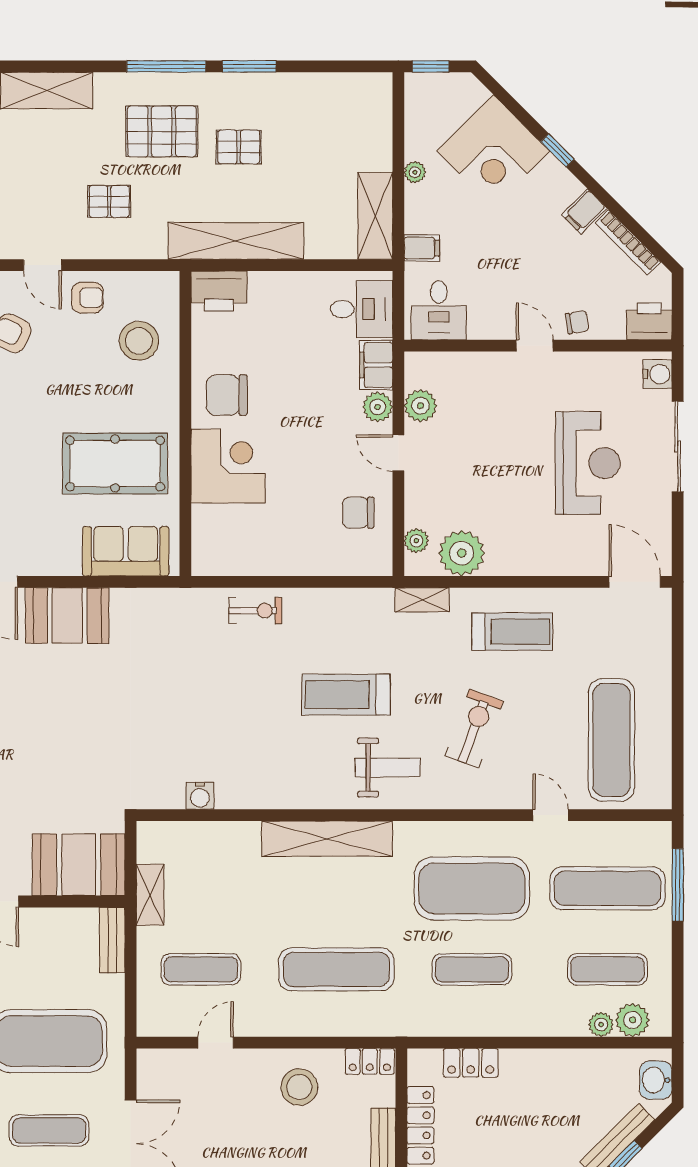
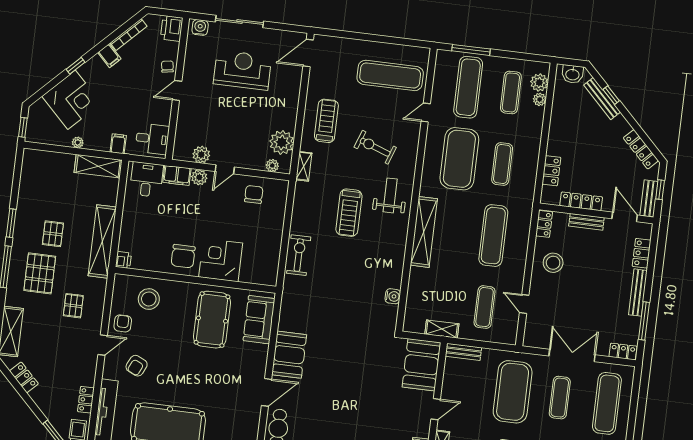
printer: (219, 291) -> (123, 260), width x0.53, depth x0.68
chair: (358, 513) -> (254, 194), turned 180
exercise bike: (255, 611) -> (299, 255), width x1.38, depth x1.39

